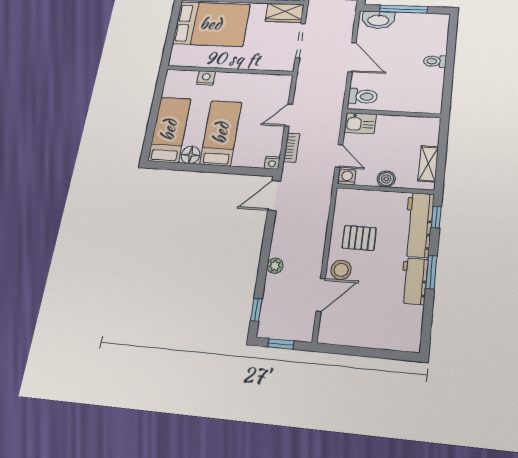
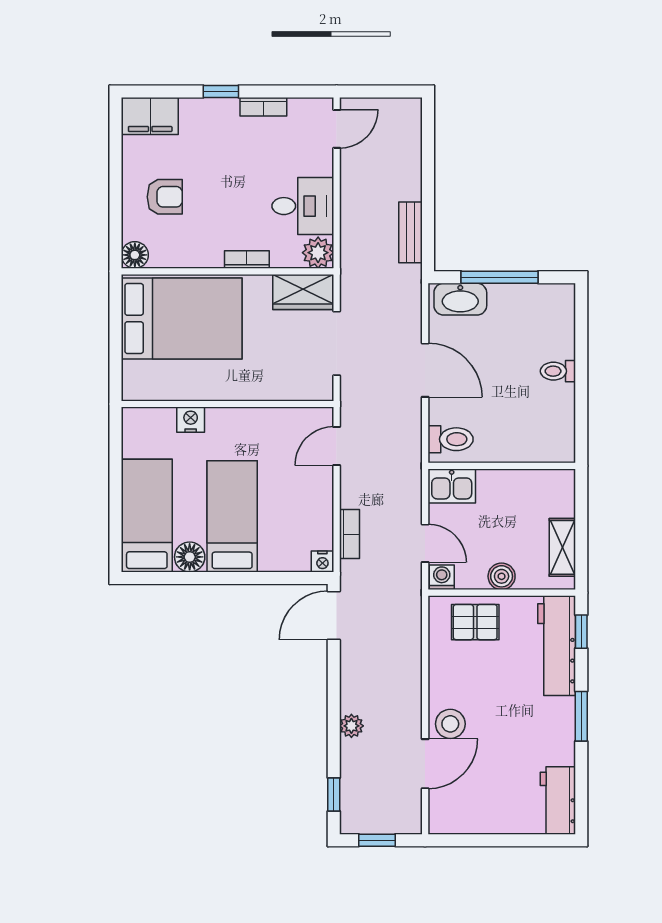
door: (289, 115) -> (337, 446), moved
pallet: (359, 238) -> (475, 622), moved
workbench: (414, 281) -> (558, 801), moved

